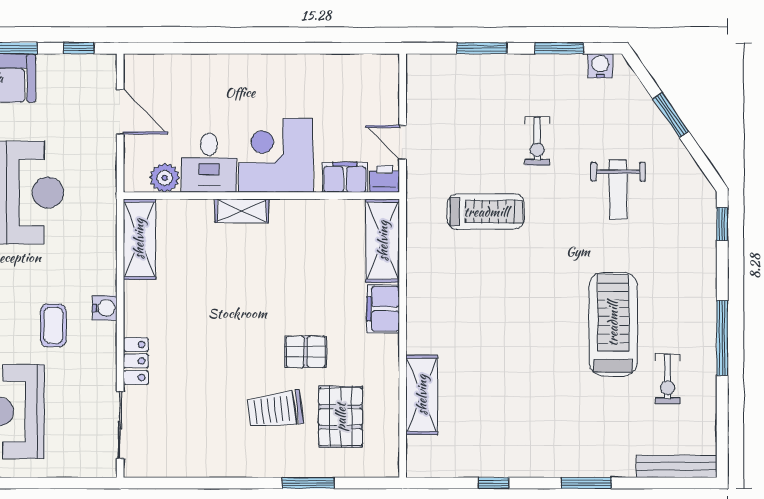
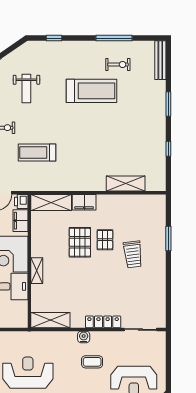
plant: (165, 178) -> (21, 308), removed
weight bench: (618, 190) -> (26, 88), turned 90
treadmill: (486, 212) -> (37, 153), turned -90
window: (722, 224) -> (54, 38), moved
treadmill: (613, 324) -> (92, 91), turned 180
window: (722, 338) -> (114, 38), moved
locker: (136, 361) -> (103, 322), width x1.53
pallet: (341, 417) -> (80, 242), moved, turned 90

